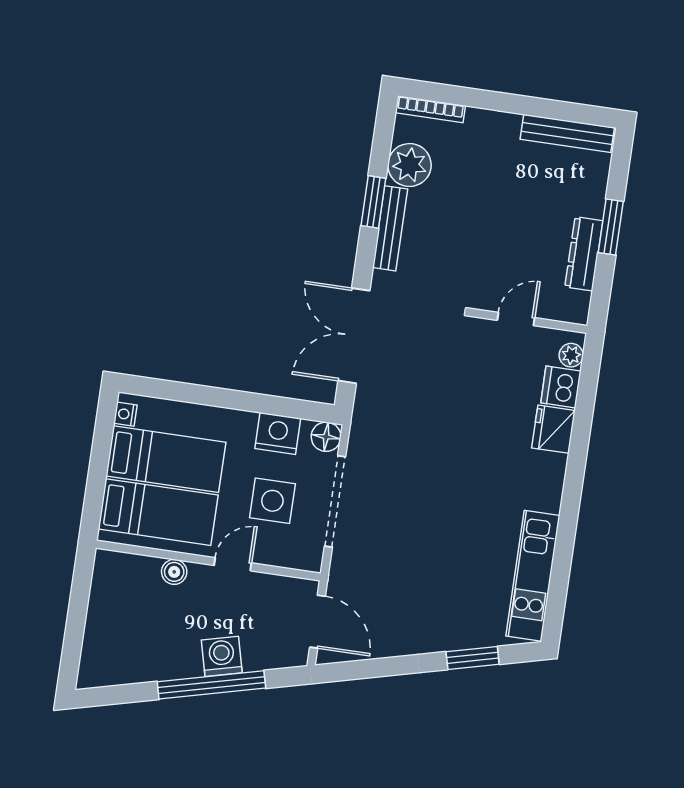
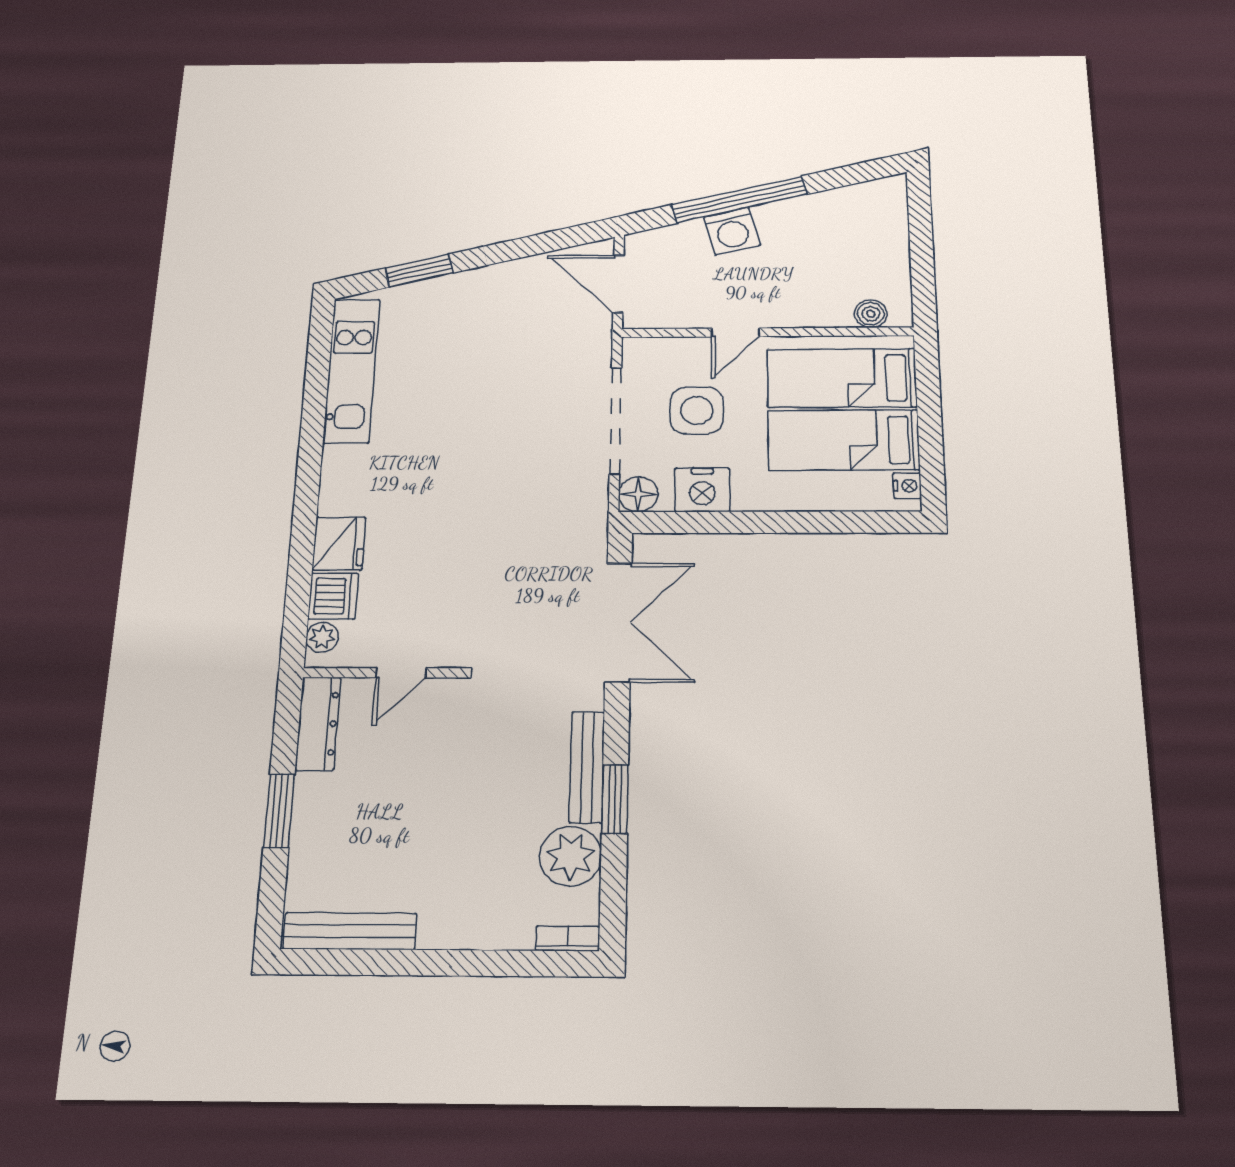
bookcase: (430, 109) -> (568, 938), width x0.64
dresser: (584, 254) -> (318, 724), moved
boiler: (174, 572) -> (871, 314), moved

